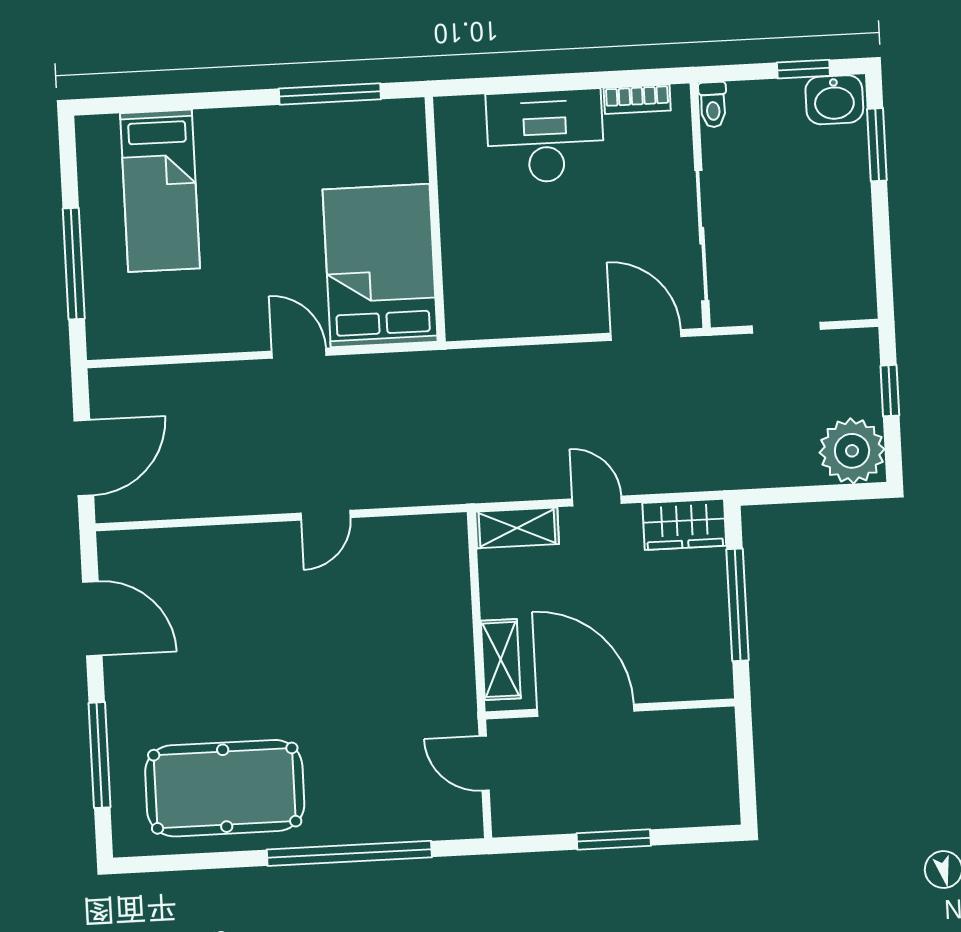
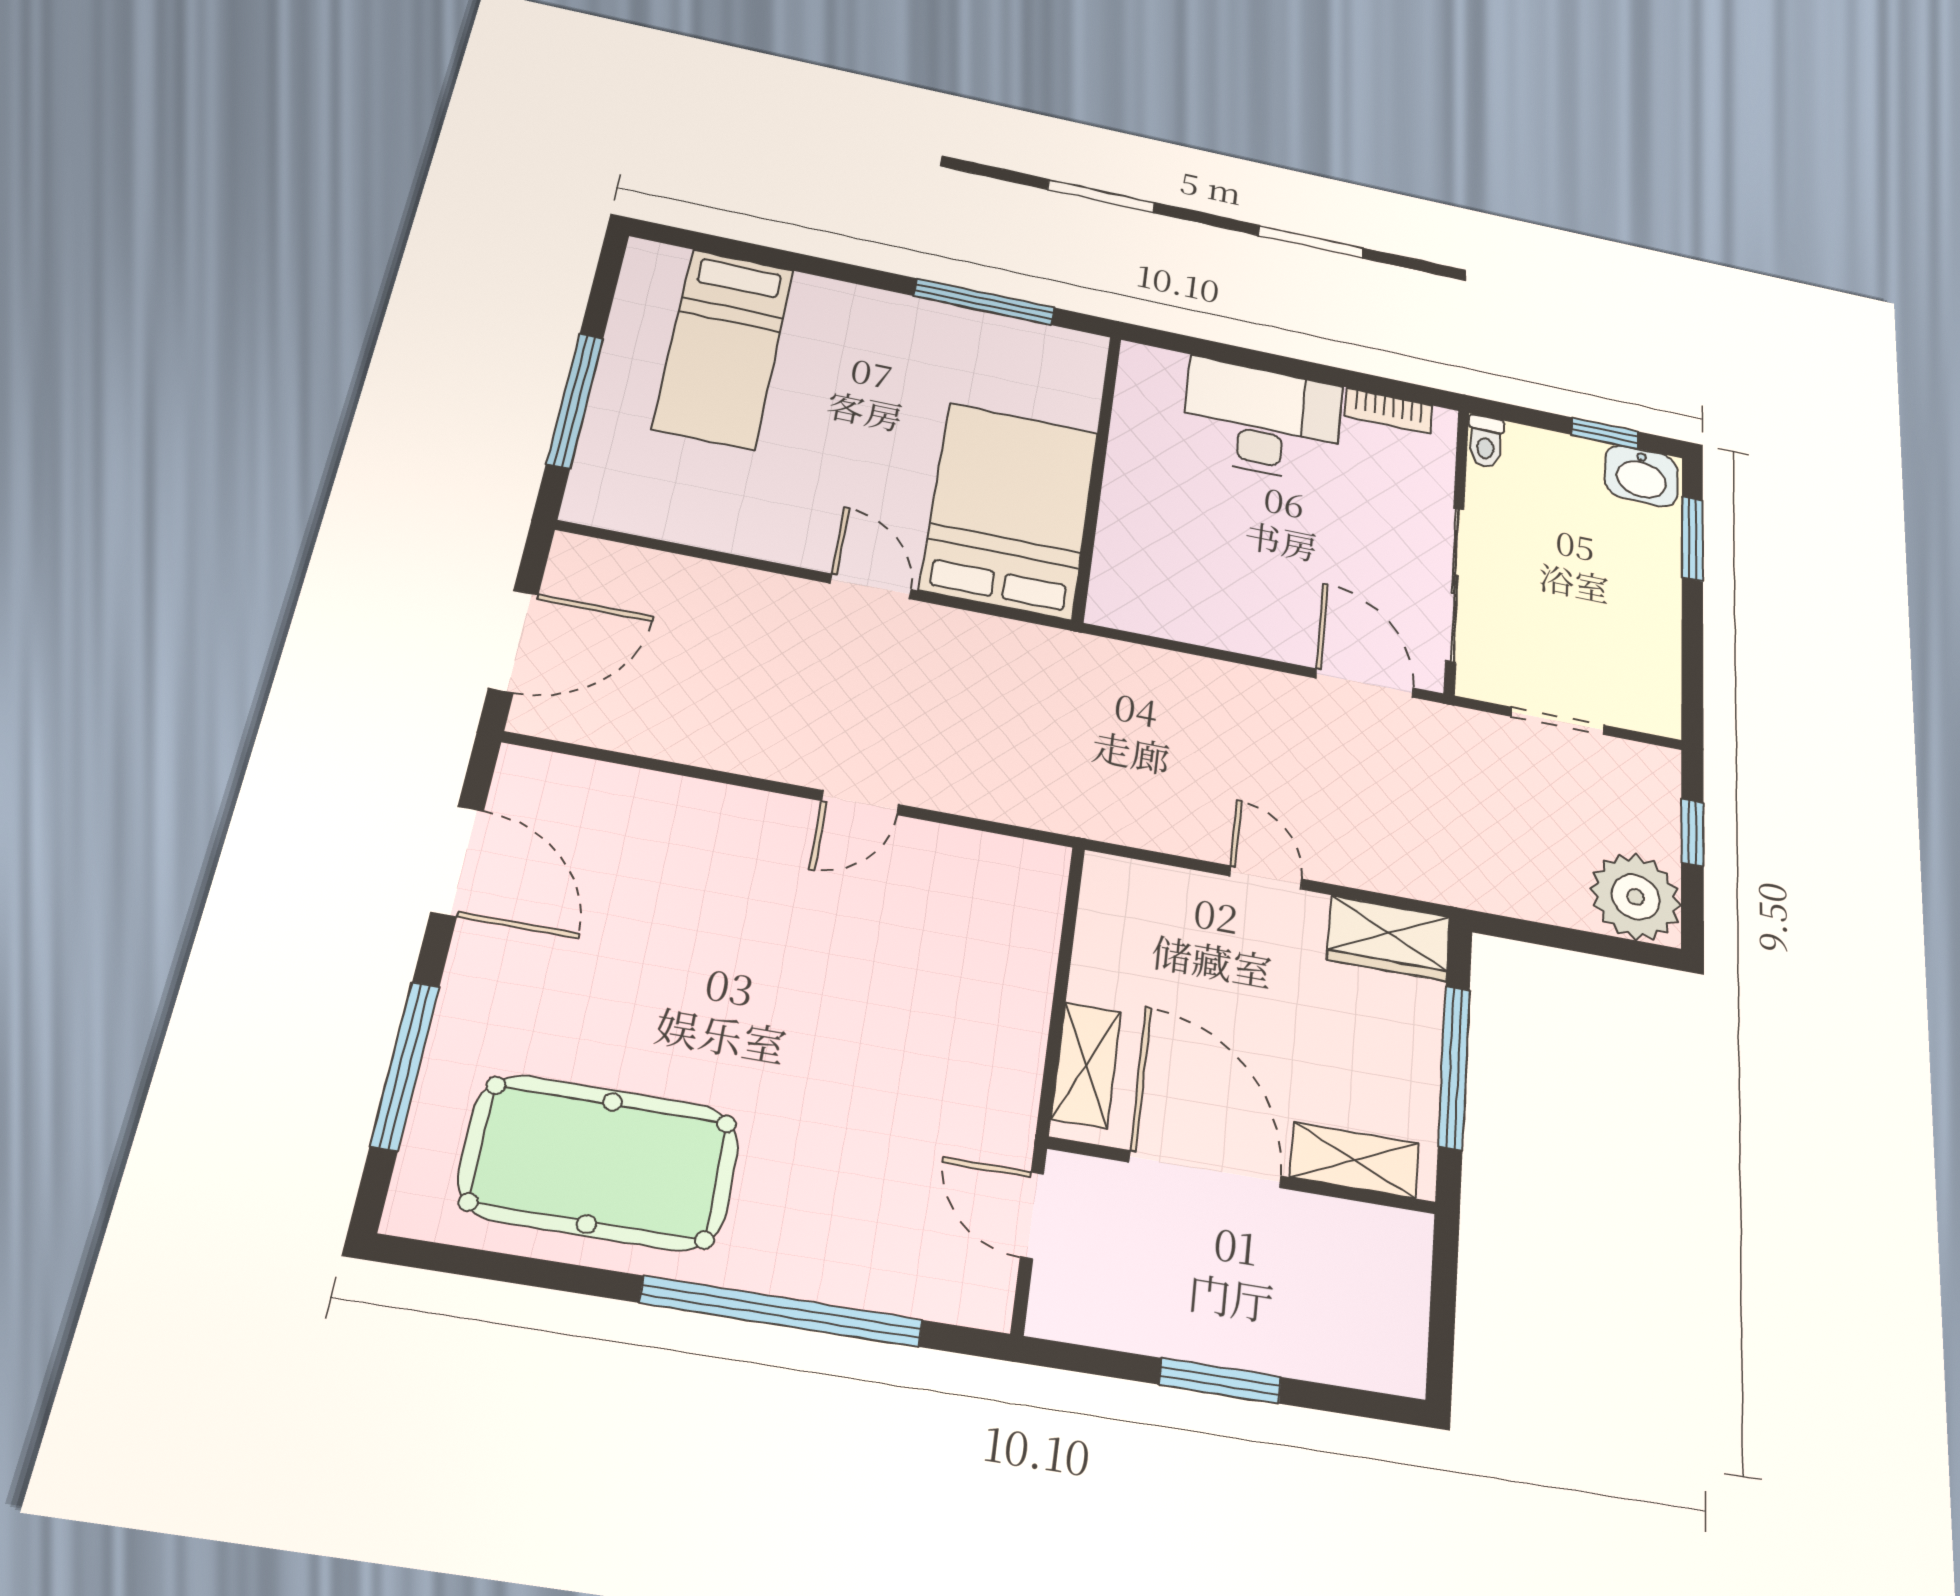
shelving: (517, 528) -> (1355, 1160), moved

